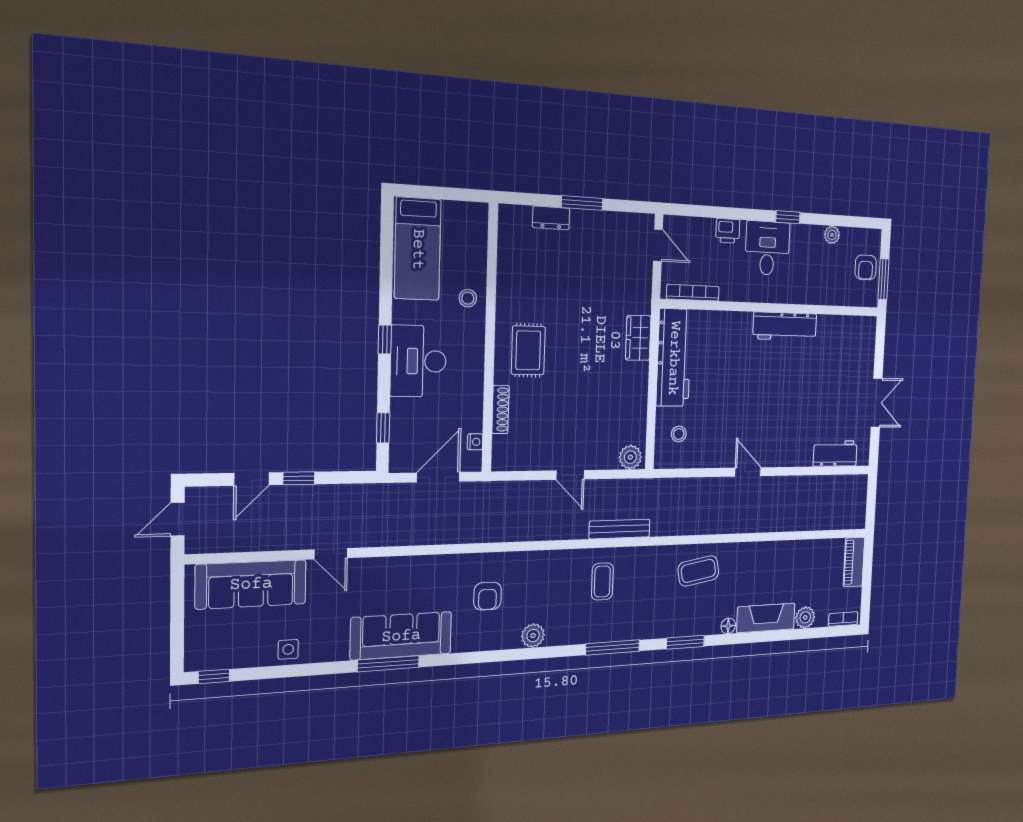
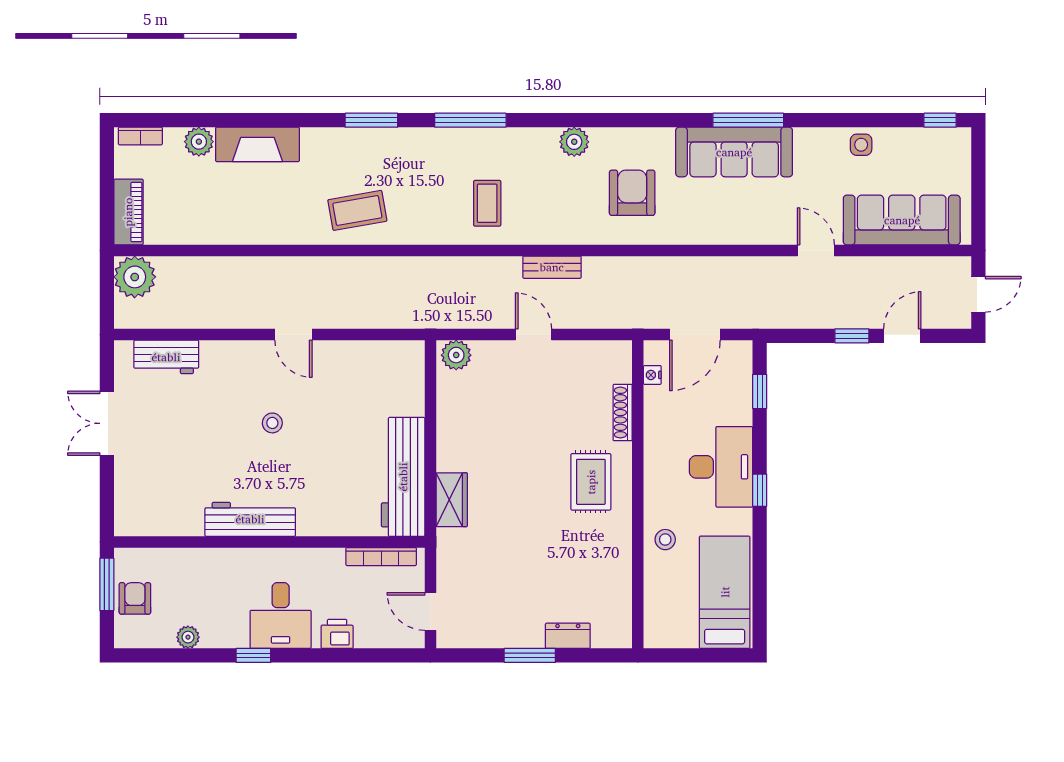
stool: (679, 434) -> (272, 423), moved
plant: (853, 514) -> (135, 277), added
bench: (620, 529) -> (552, 267), moved, width x0.73
armchair: (488, 596) -> (632, 193), width x1.38, depth x1.38
floor lamp: (728, 626) -> (312, 137), removed

